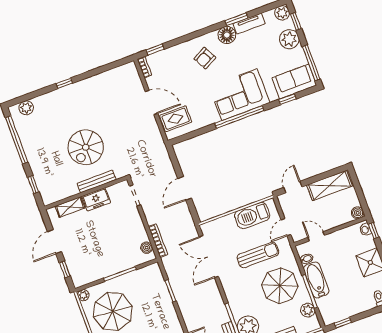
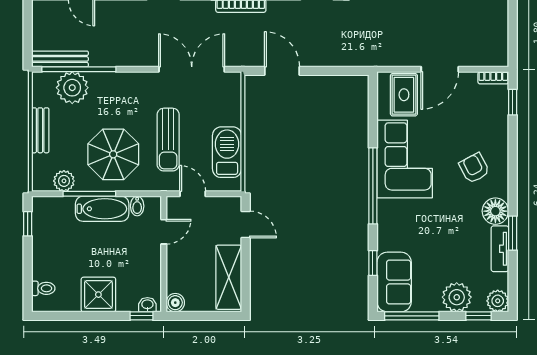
corner sofa: (239, 95) -> (405, 159), moved
door: (185, 188) -> (282, 71), moved

